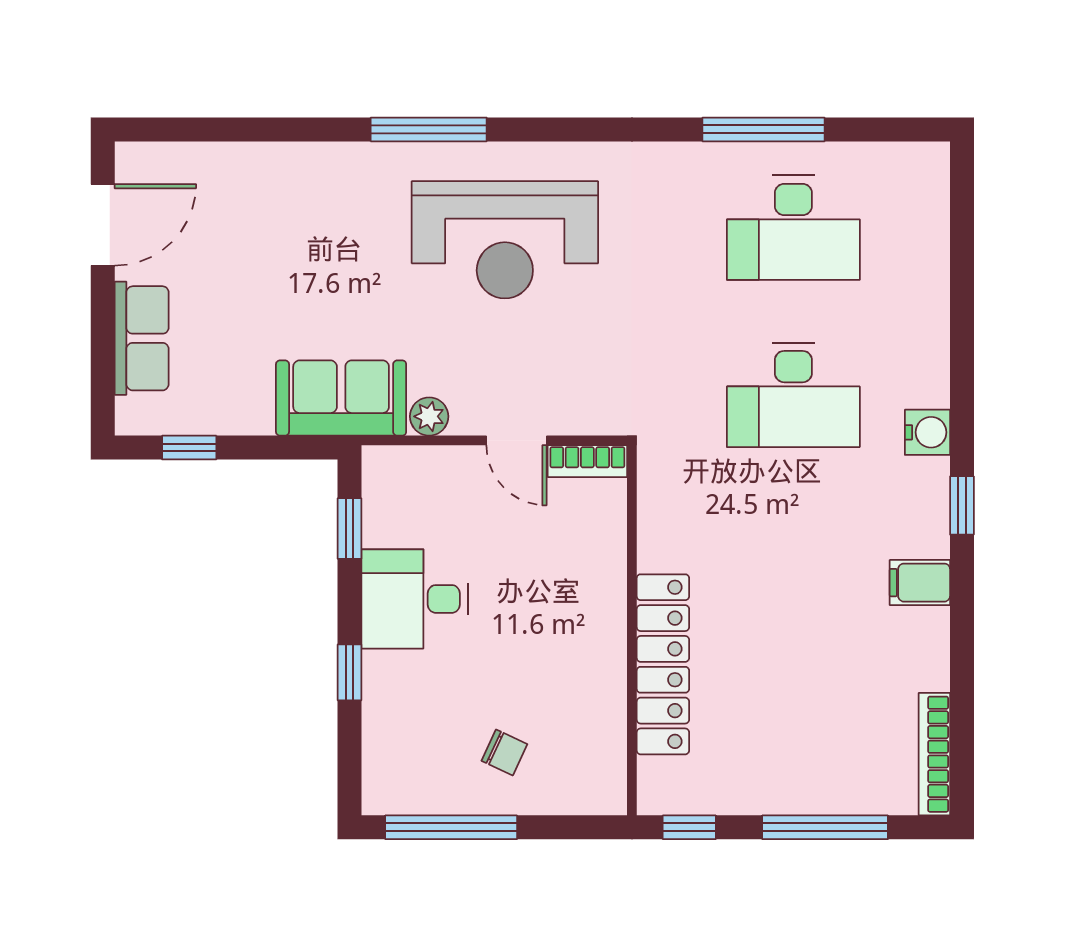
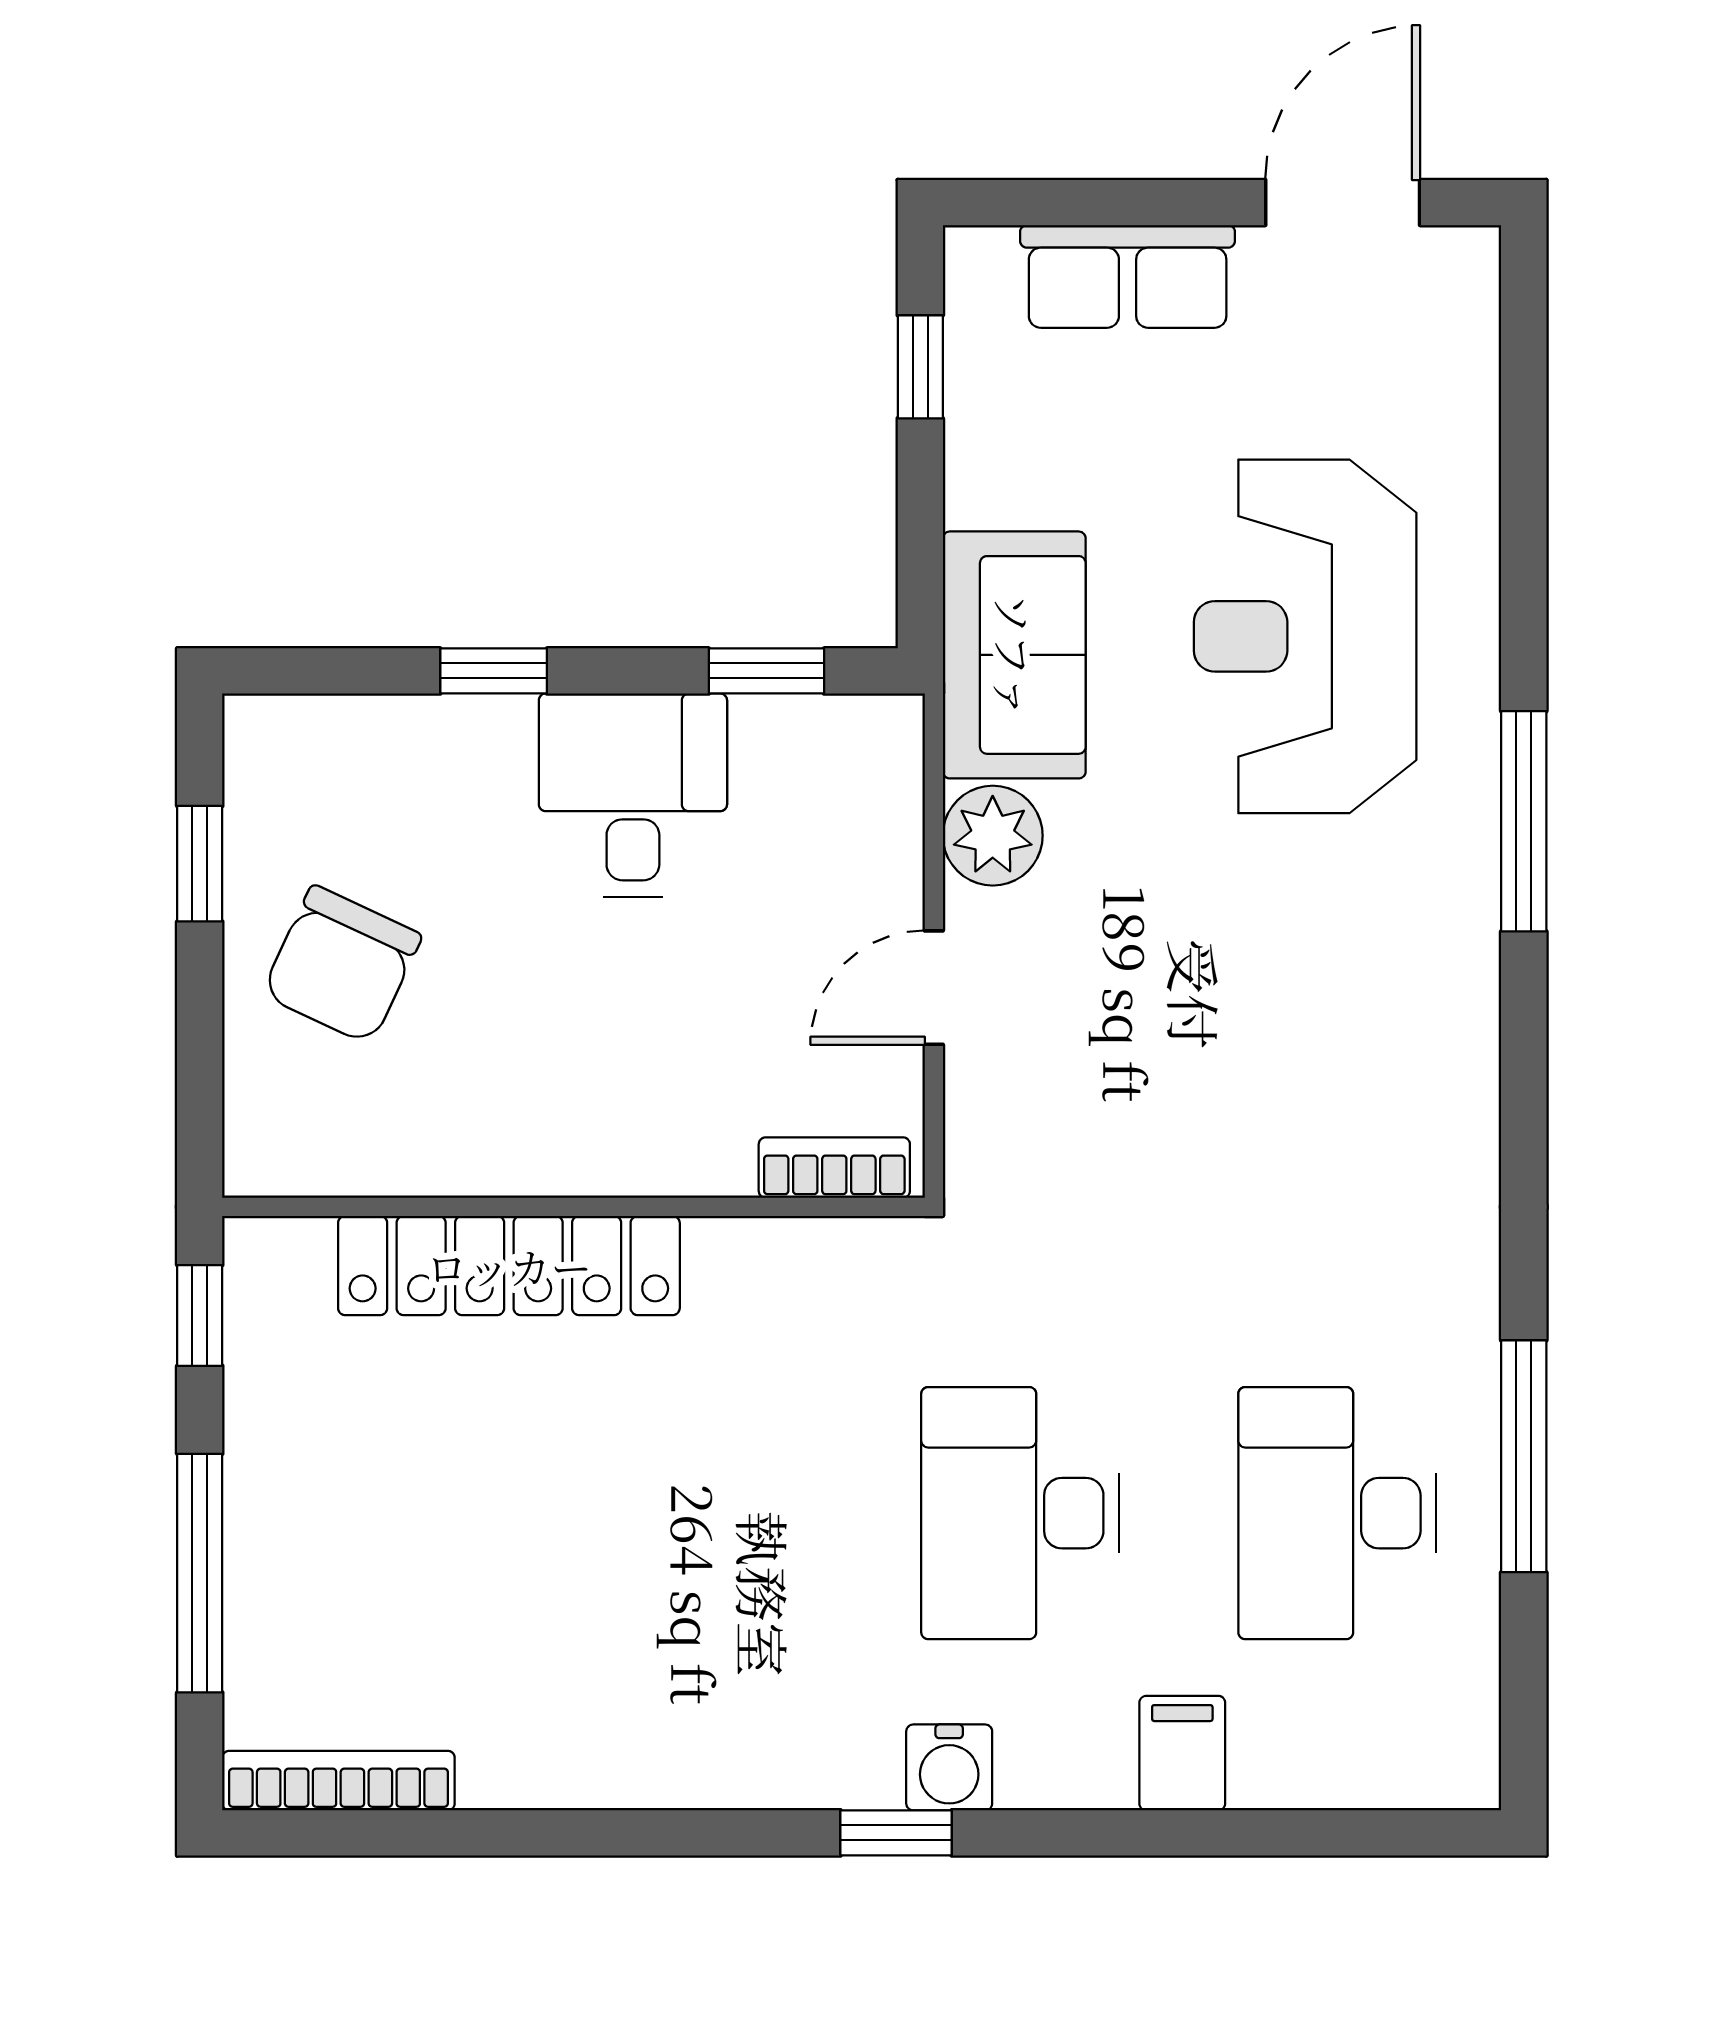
door: (103, 225) -> (1343, 203), swing flipped
reception desk: (505, 240) -> (1305, 636), moved
plant: (429, 416) -> (993, 836), width x1.38, depth x1.38
bookcase: (587, 461) -> (834, 1168), moved, turned 90
window: (962, 505) -> (896, 1833), moved
filing cabinet: (920, 583) -> (1182, 1753), moved
chair: (504, 752) -> (342, 965), width x1.87, depth x1.87
window: (451, 827) -> (200, 864), width x0.46

